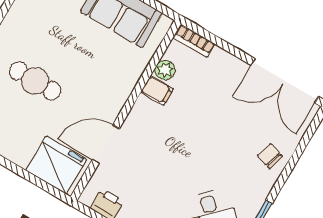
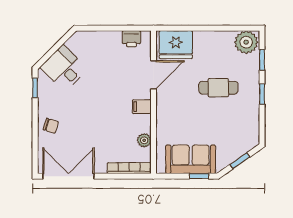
bookcase: (194, 41) -> (129, 168), width x1.56
filing cabinet: (157, 90) -> (142, 107), moved

